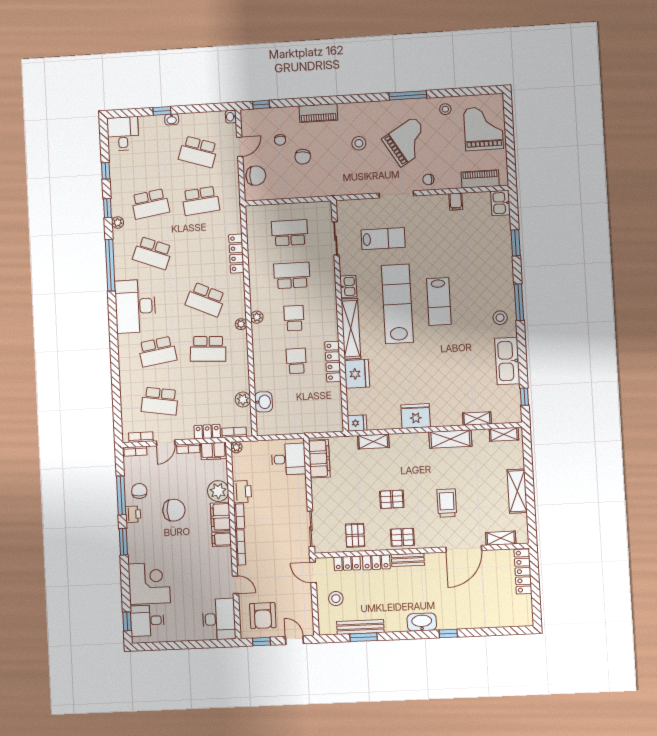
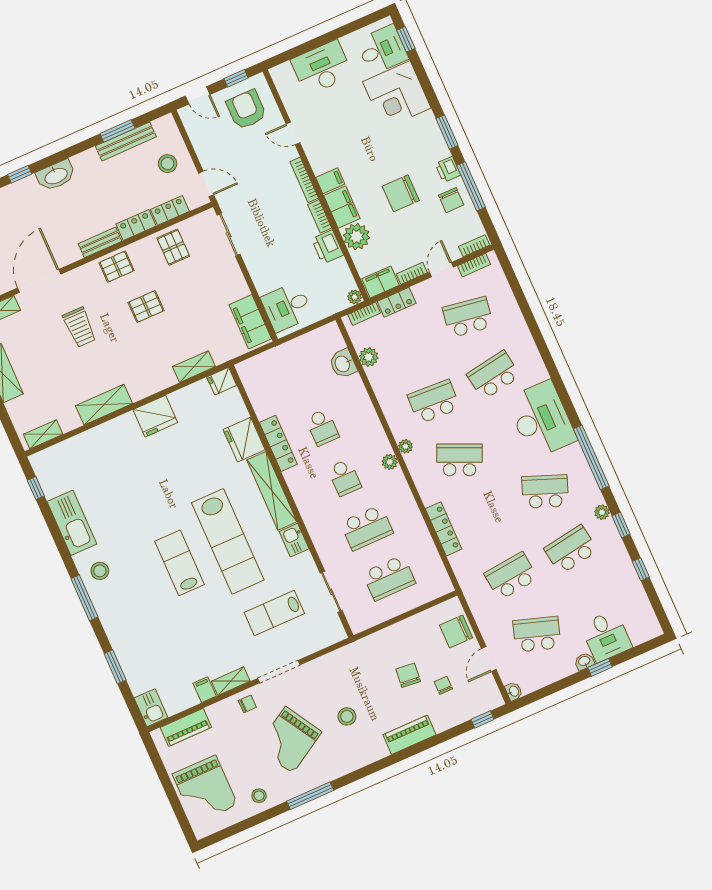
desk: (123, 134) -> (606, 636), moved
shelving: (477, 419) -> (231, 681), moved
desk: (219, 619) -> (322, 68), moved, turned 90

